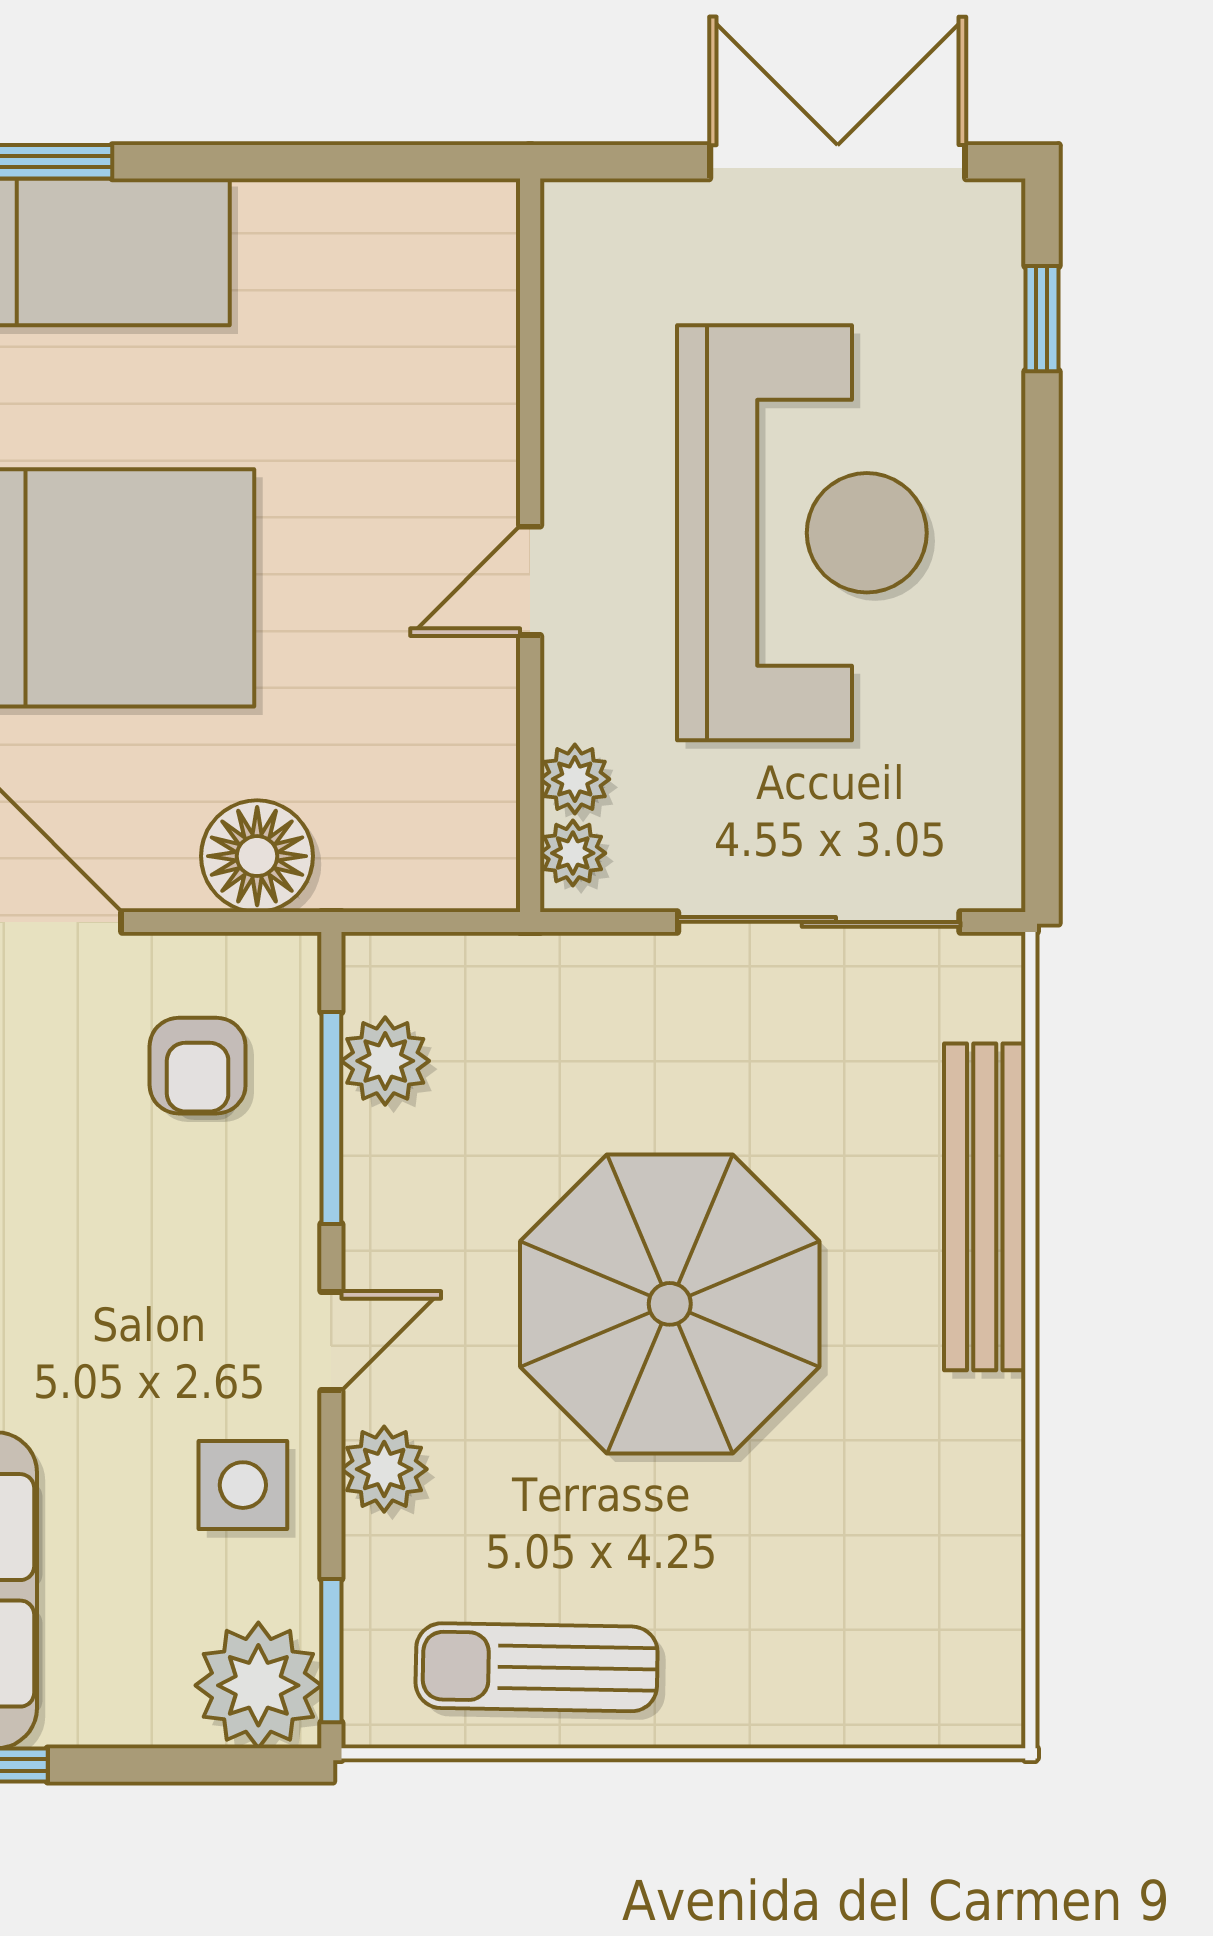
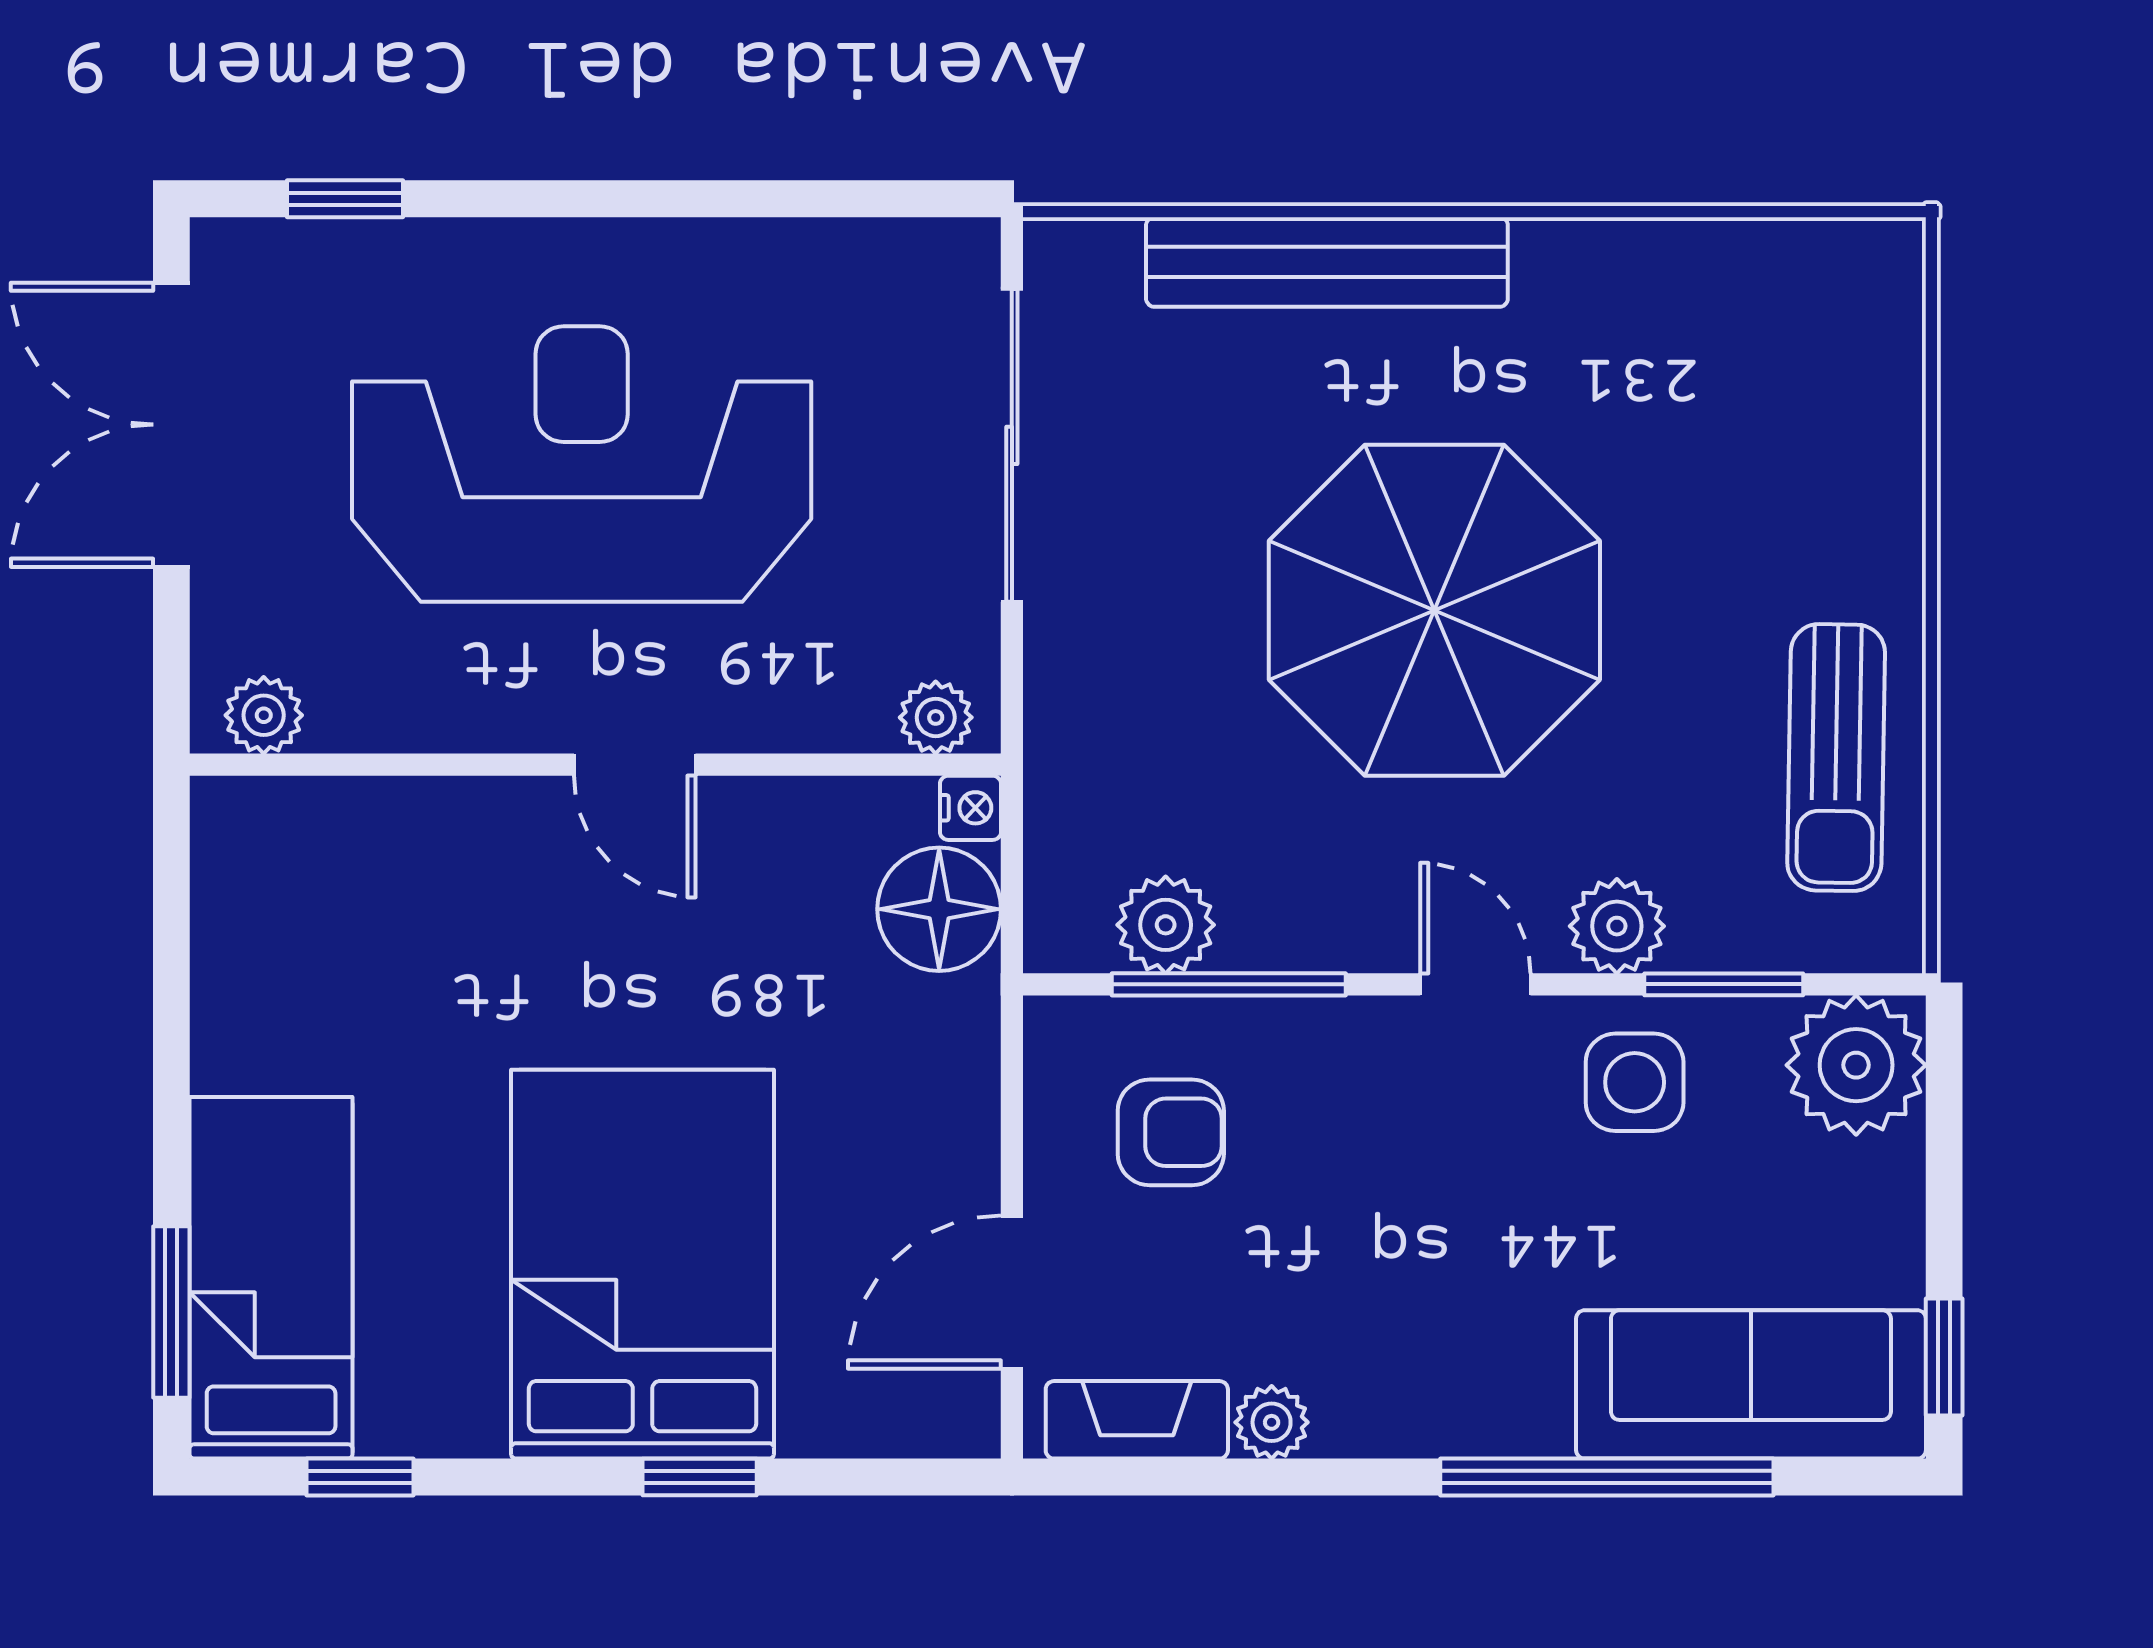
plant: (575, 779) -> (264, 715), moved
floor lamp: (257, 856) -> (939, 909), moved
nightstand: (491, 884) -> (970, 808), added
window: (331, 1651) -> (1724, 984), moved

